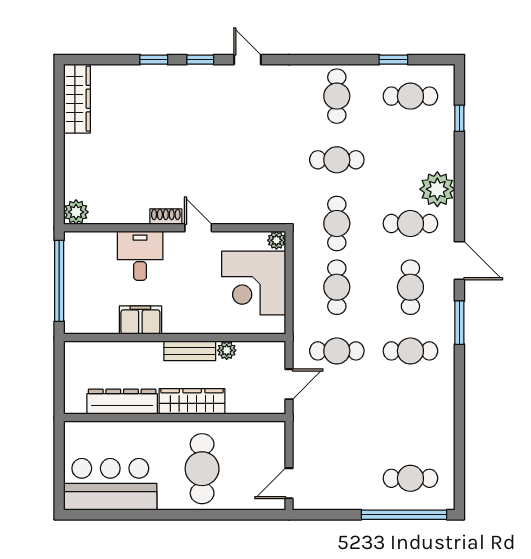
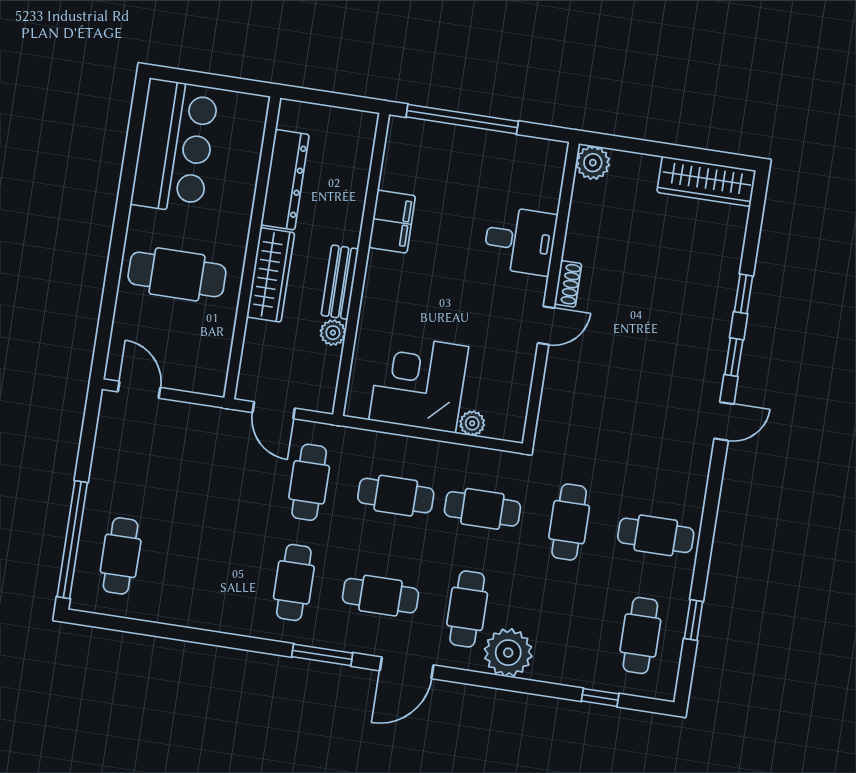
plant: (76, 212) -> (593, 163), moved
shoe rack: (166, 217) -> (568, 284), moved
wall: (175, 228) -> (551, 294), moved
door: (198, 228) -> (546, 326), moved
desk: (140, 256) -> (520, 241), moved

